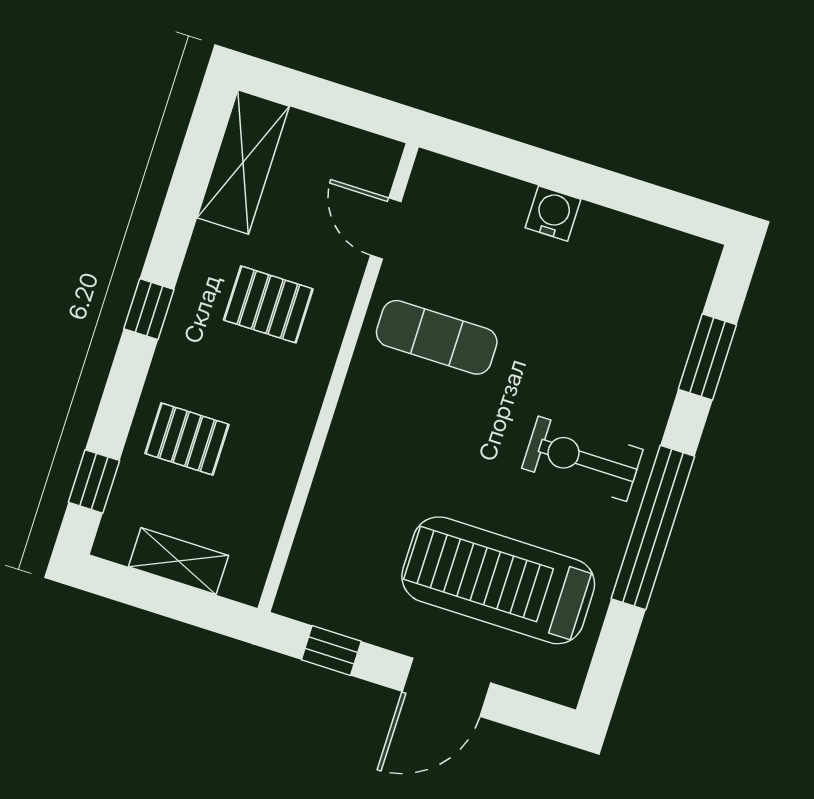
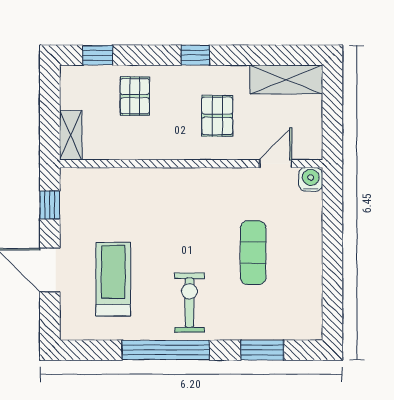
water cooler: (553, 213) -> (311, 179), moved, turned -90
exercise mat: (437, 337) -> (253, 253), moved
shelving: (179, 561) -> (71, 135), moved
treadmill: (498, 580) -> (113, 279), width x0.73, depth x0.73

